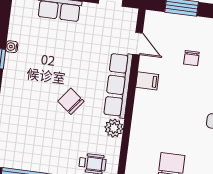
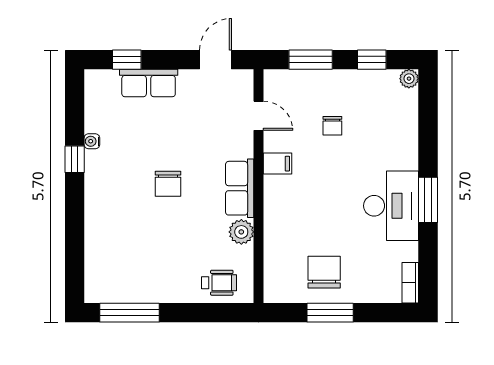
row of seats: (118, 85) -> (240, 188), width x0.68
chair: (71, 101) -> (168, 184), moved, turned -128

